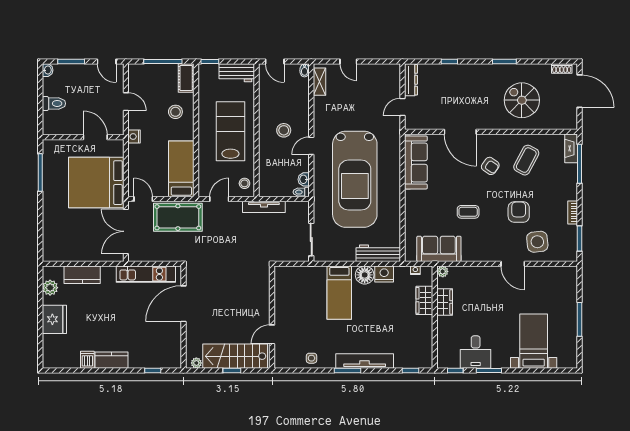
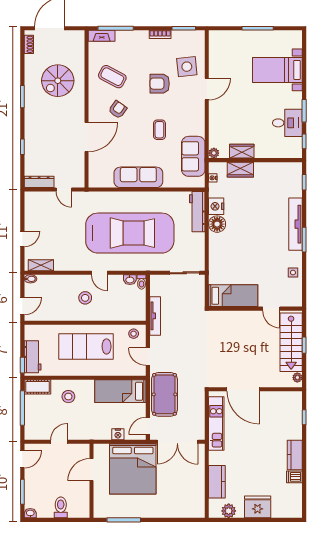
workbench: (237, 73) -> (33, 357), moved
nightstand: (134, 137) -> (118, 434), moved
sofa: (416, 163) -> (138, 177), moved
bed: (339, 293) -> (233, 296), moved

